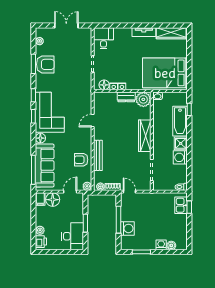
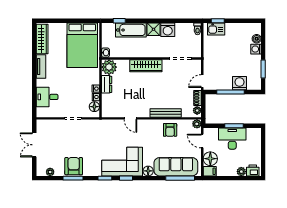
desk: (103, 38) -> (47, 97), moved
desk: (73, 236) -> (232, 139), moved

